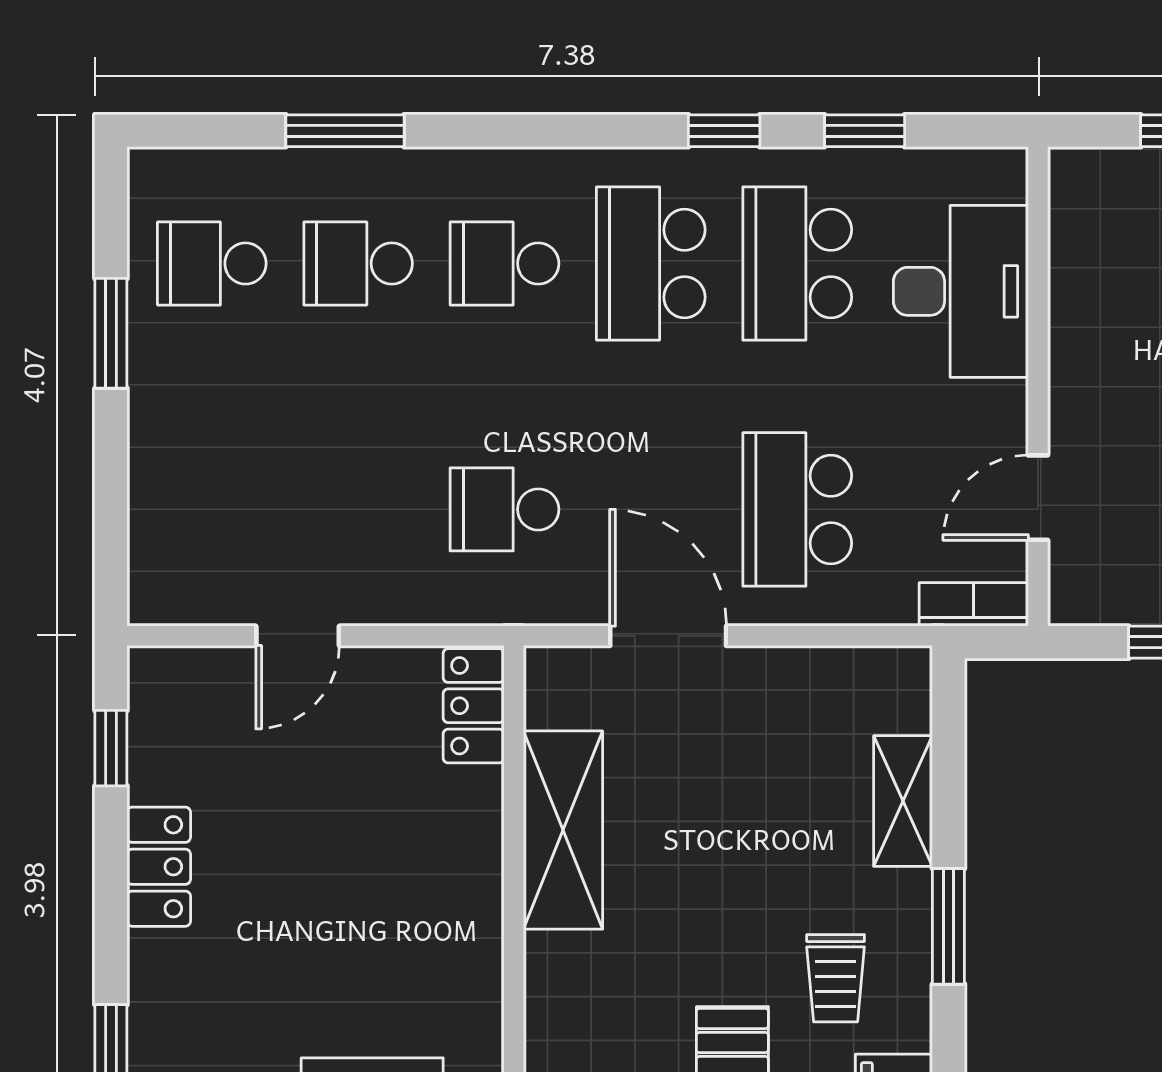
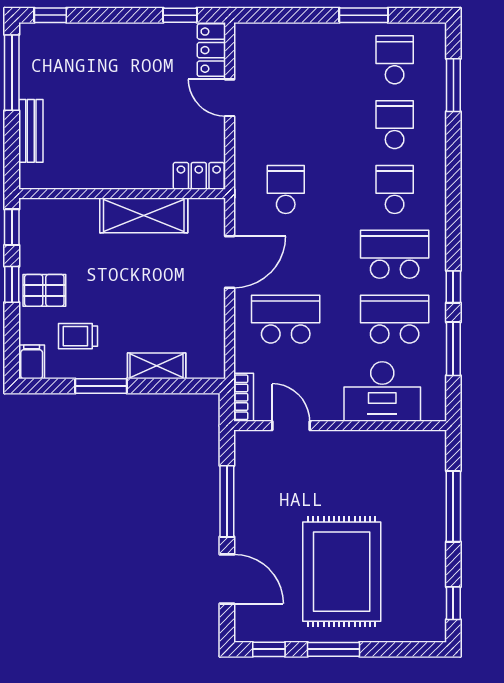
window: (345, 131) -> (453, 85), moved
window: (865, 131) -> (453, 349), width x1.50
locker: (159, 867) -> (211, 50), moved, turned 90

